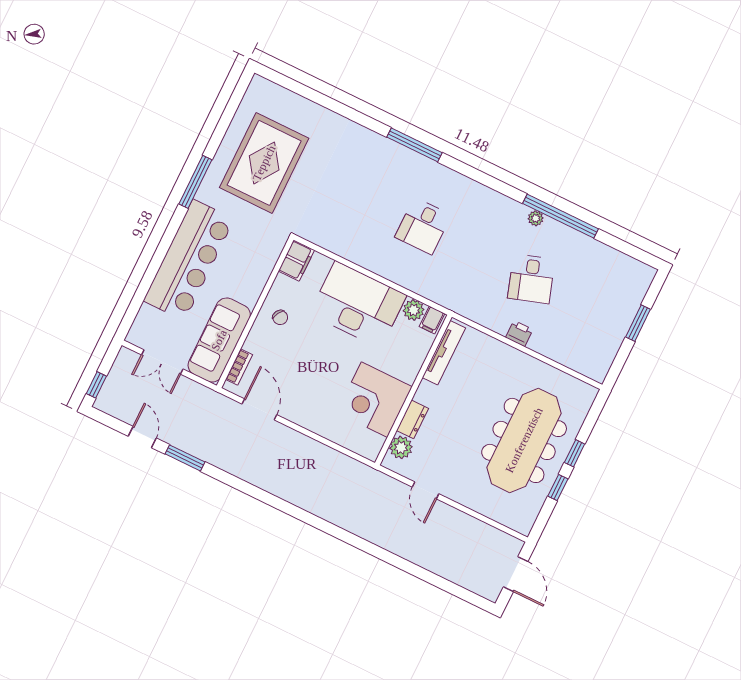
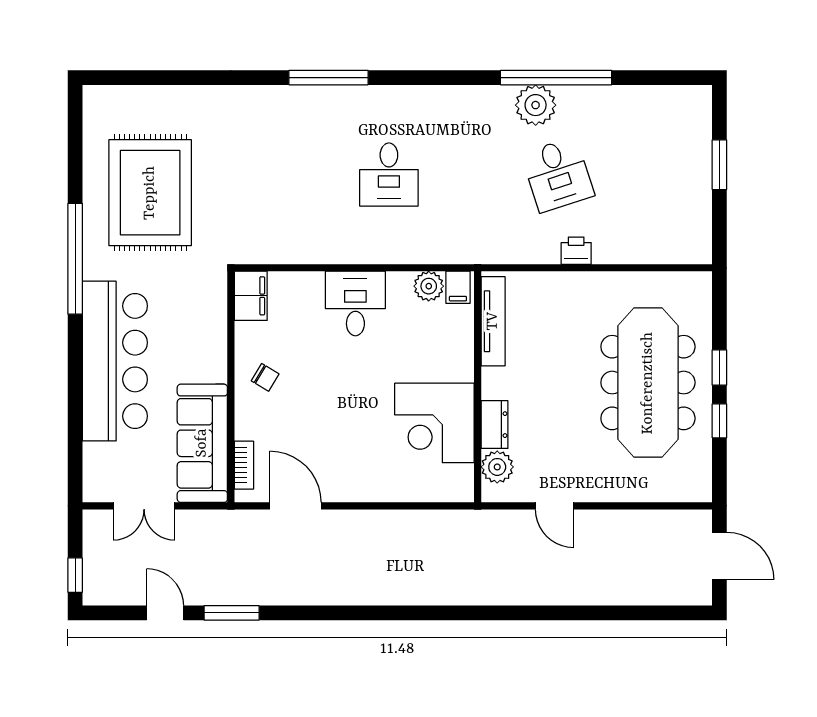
window: (195, 182) -> (75, 259), width x1.46
plant: (536, 218) -> (536, 105), width x1.88, depth x1.88
desk: (358, 304) -> (355, 304), width x0.53, depth x0.77

